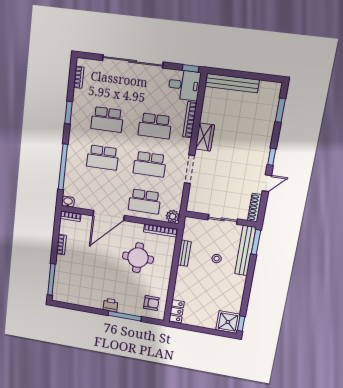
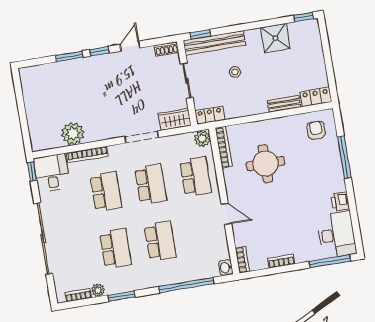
bench: (232, 83) -> (34, 122), removed
plant: (78, 95) -> (98, 290), added
window: (280, 110) -> (69, 56), moved
plant: (211, 113) -> (73, 134), added
wardrobe: (205, 137) -> (175, 119), moved
door: (267, 183) -> (130, 46), hinge flipped
shoe rack: (255, 208) -> (166, 49), width x0.70
door: (109, 216) -> (226, 214), width x0.53
locker: (189, 228) -> (210, 115), added
window: (256, 242) -> (200, 34), width x0.67
bench: (184, 253) -> (284, 104), moved
desk: (69, 291) -> (337, 235), added
printer: (111, 305) -> (340, 202), moved
shower: (228, 322) -> (276, 38), moved

